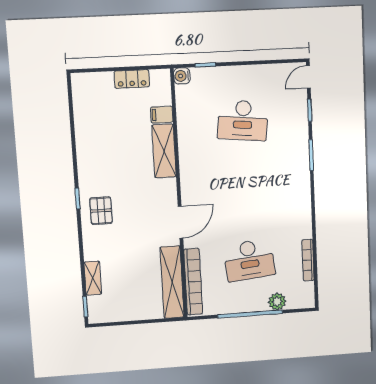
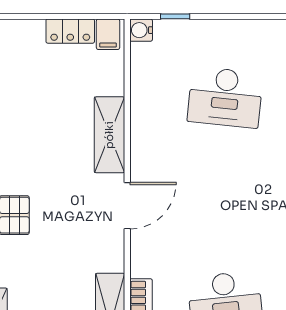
filing cabinet: (162, 115) -> (108, 34), moved, turned -90
door: (180, 222) -> (127, 206), moved

